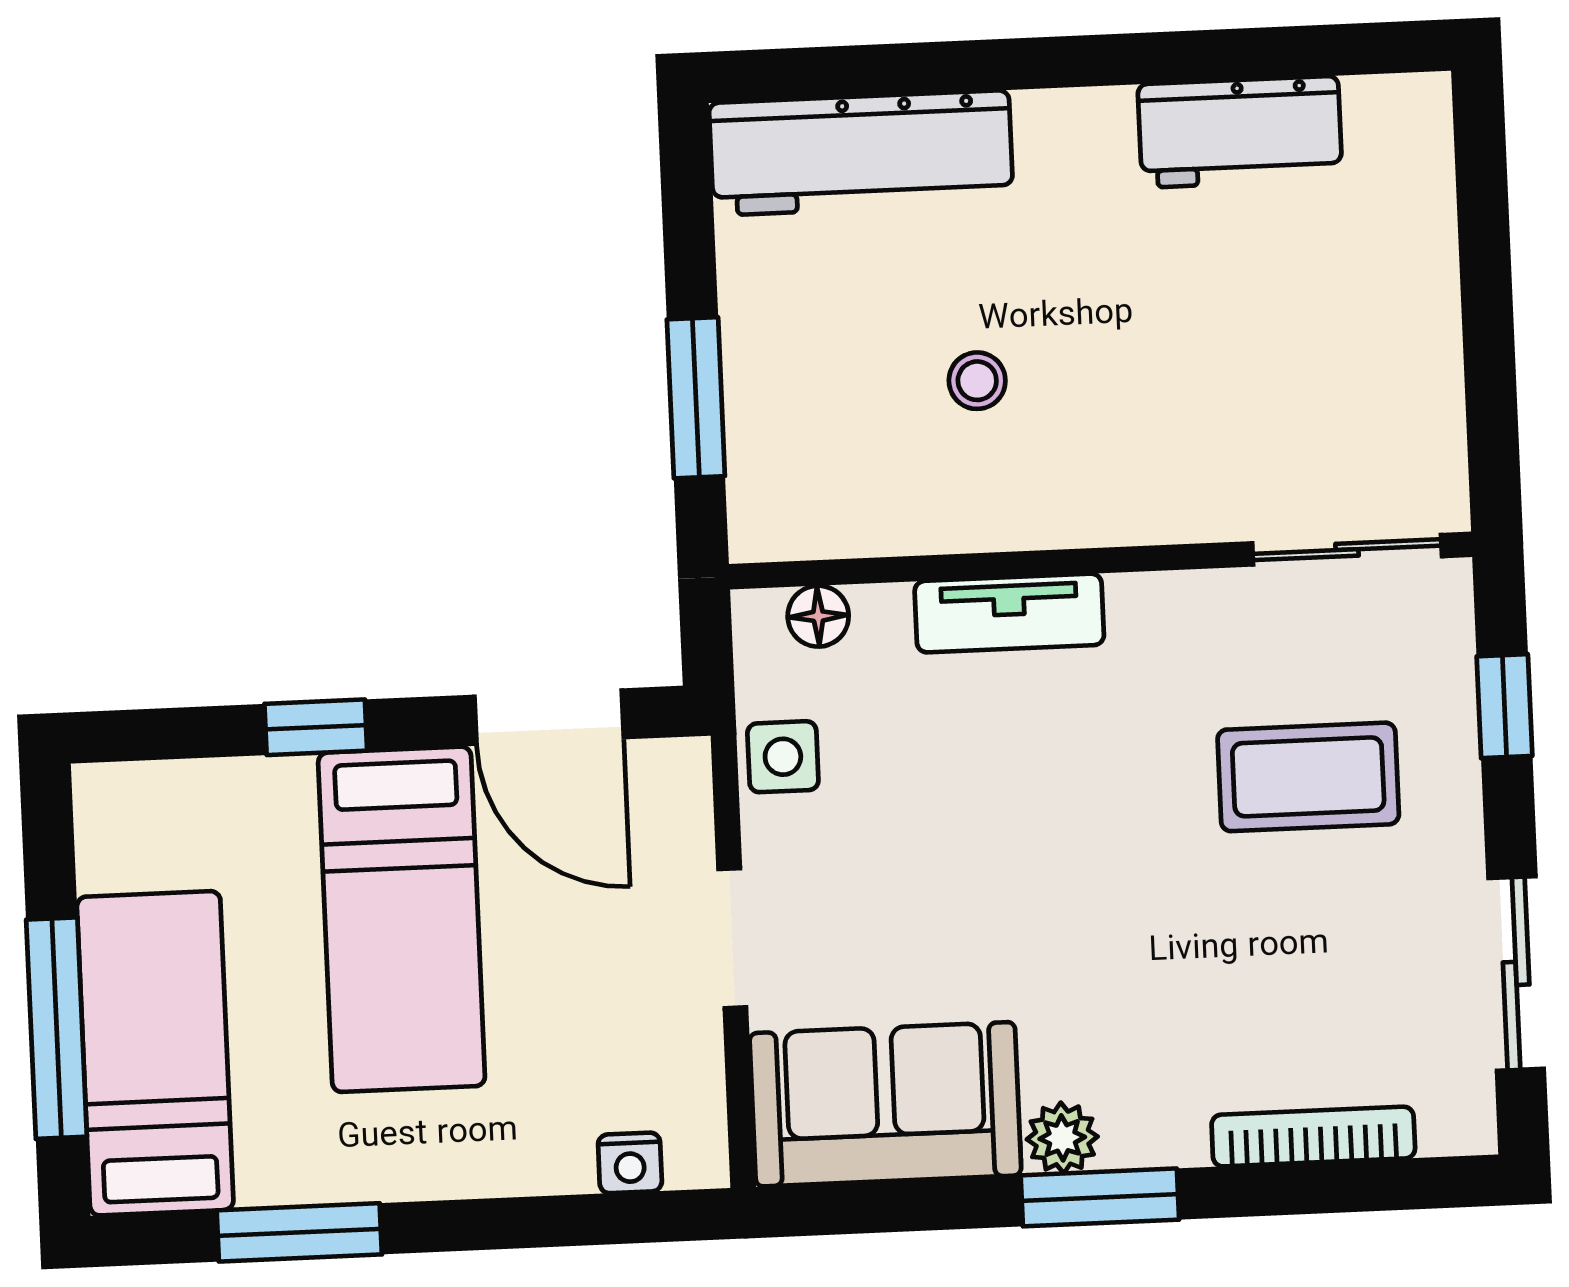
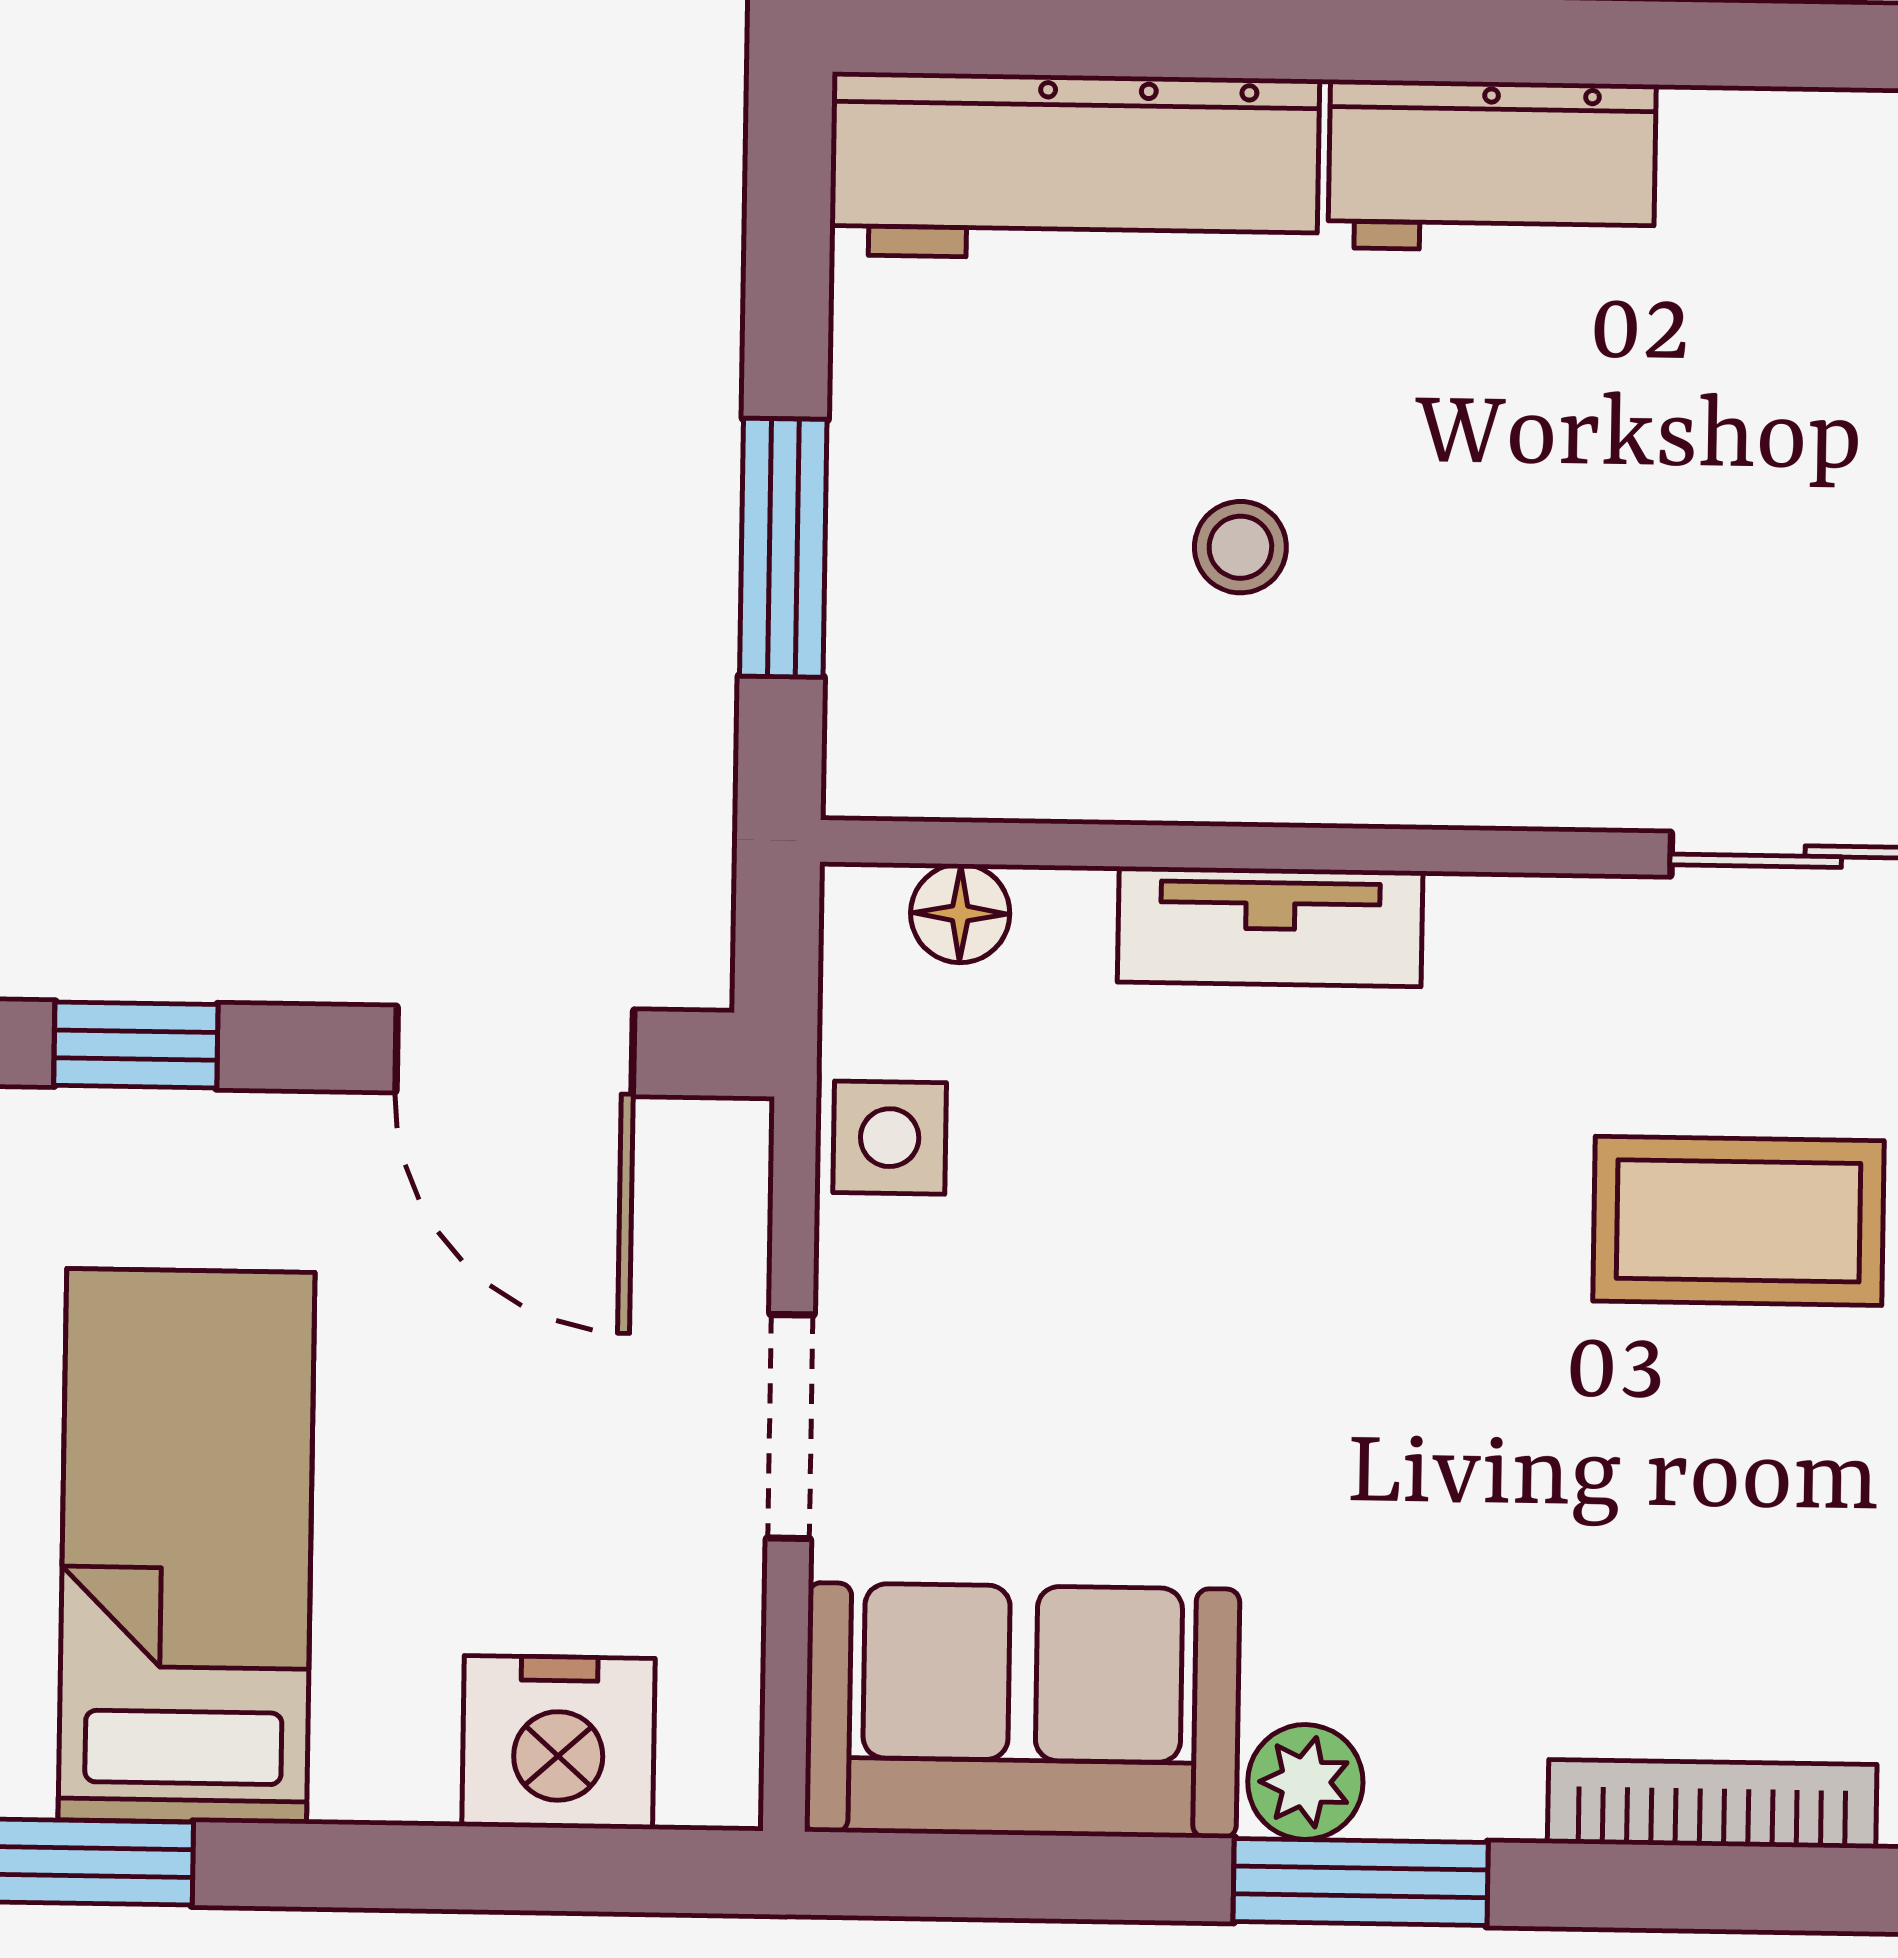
workbench: (1240, 132) -> (1492, 166), moved
bed: (402, 919) -> (187, 1546), moved, turned 180
nightstand: (630, 1163) -> (558, 1742), width x1.89, depth x1.79

